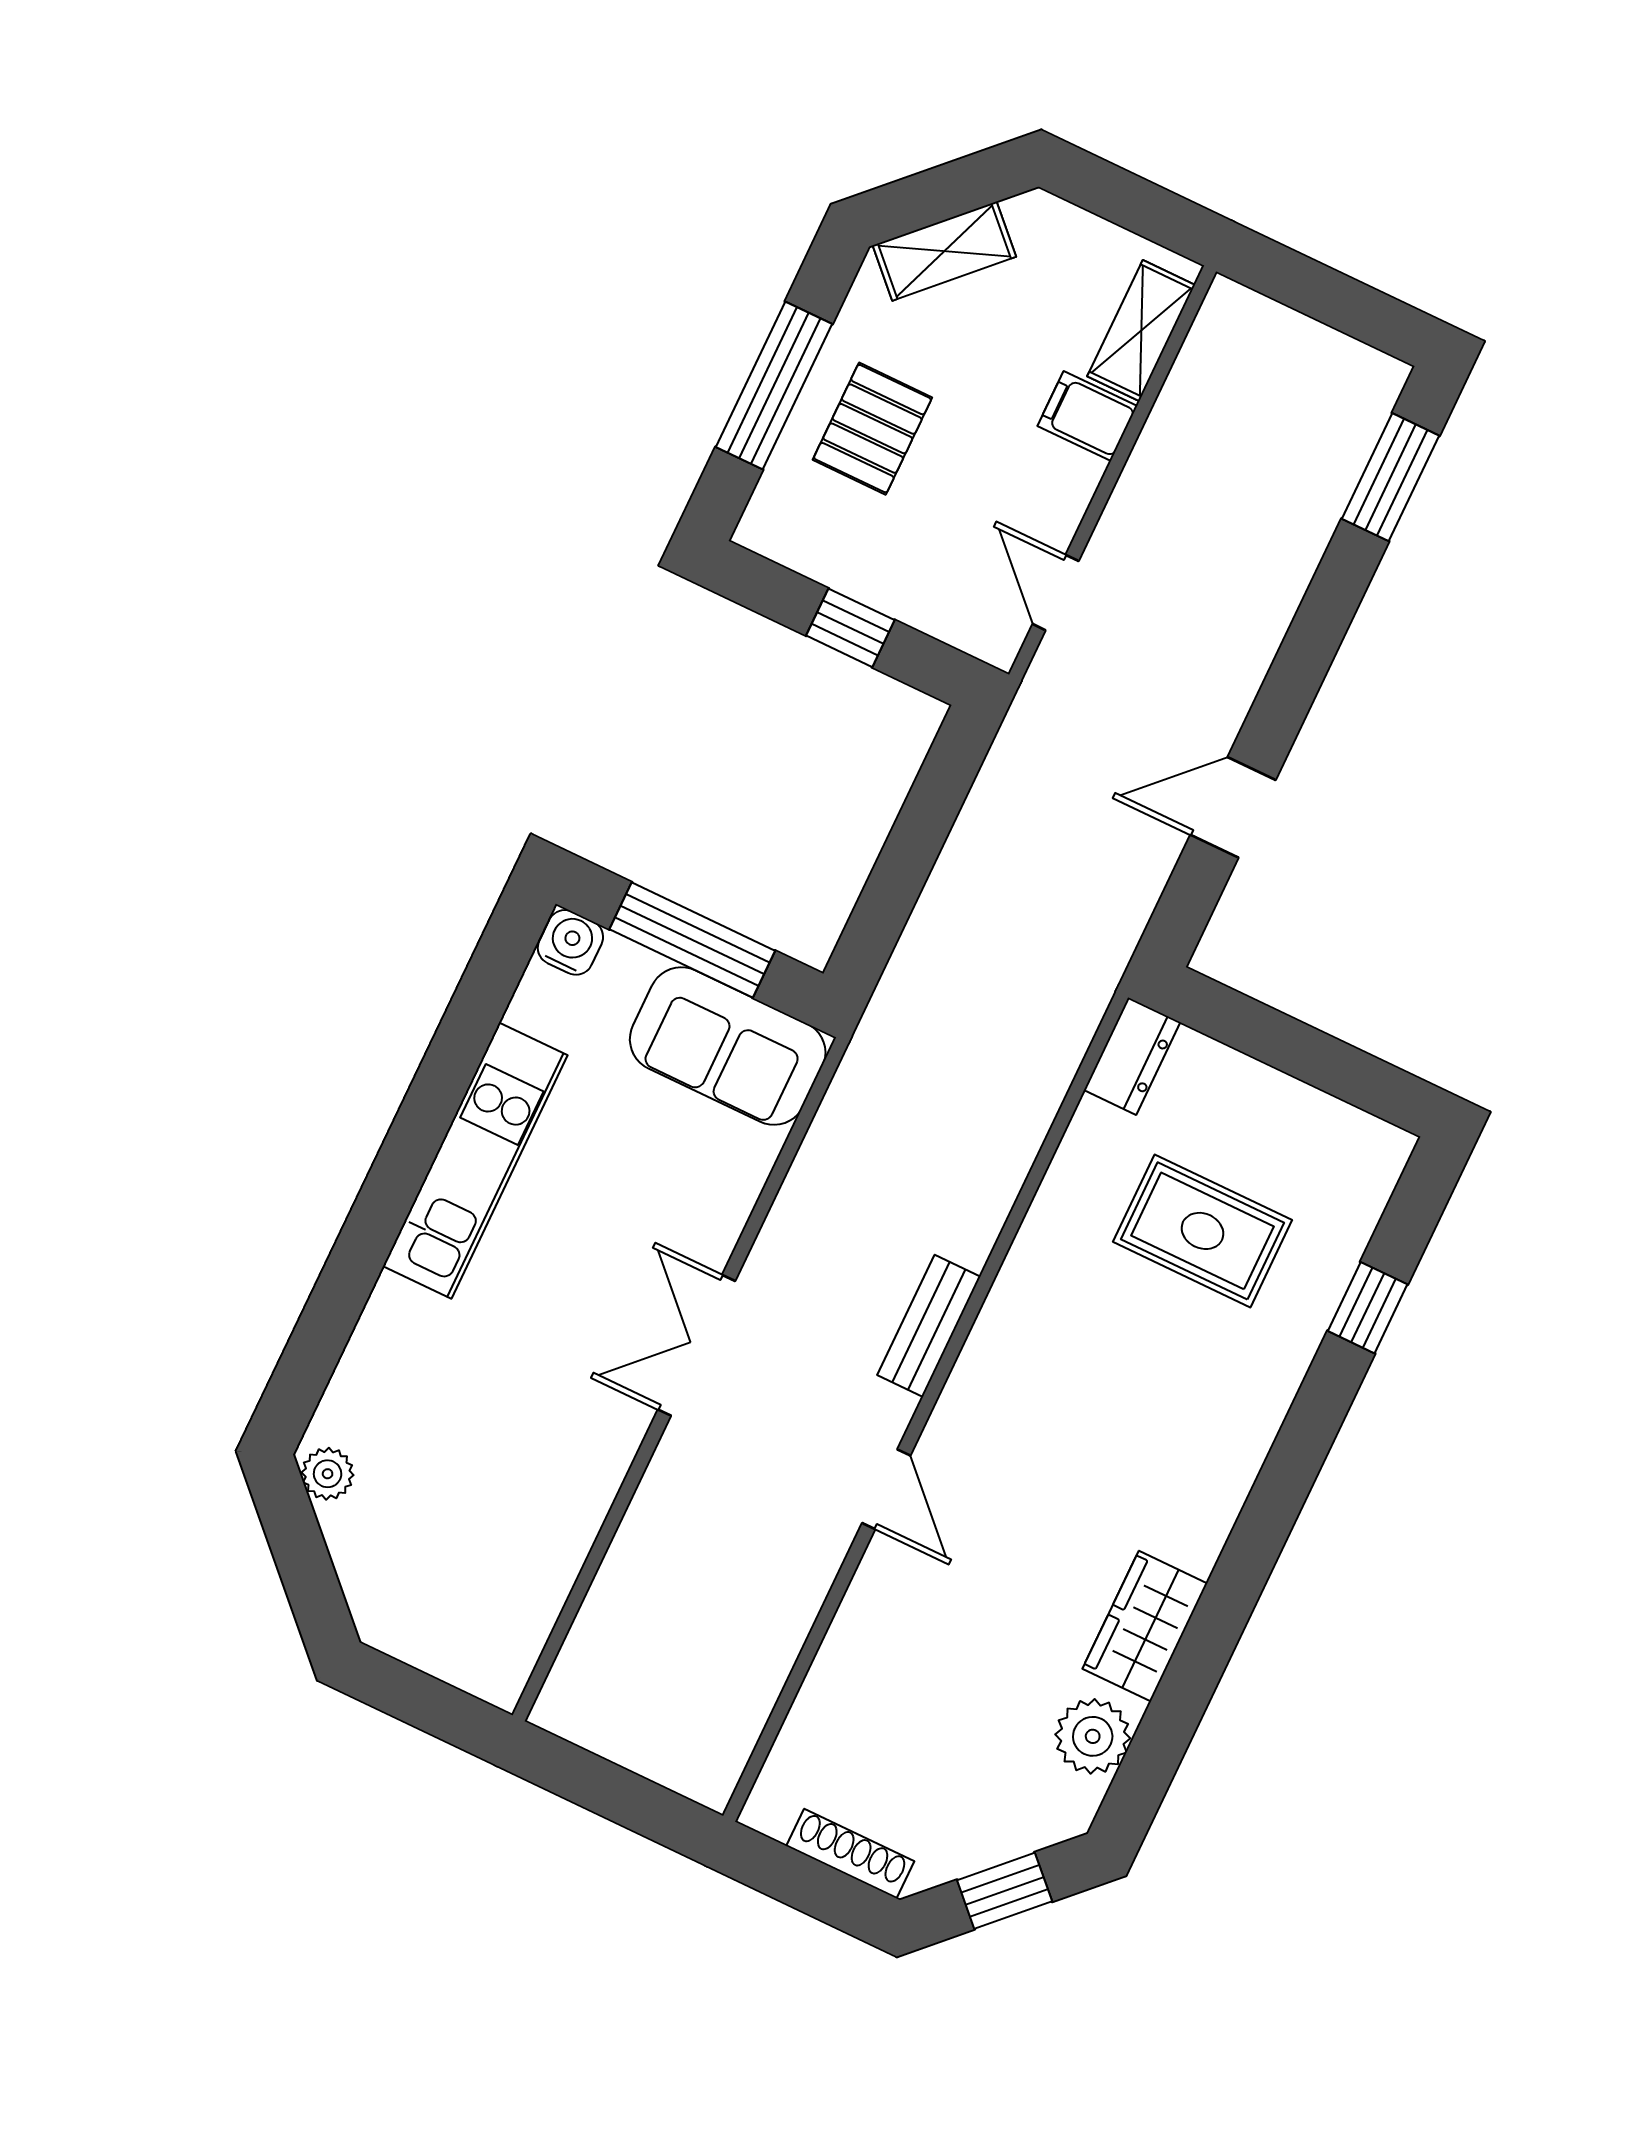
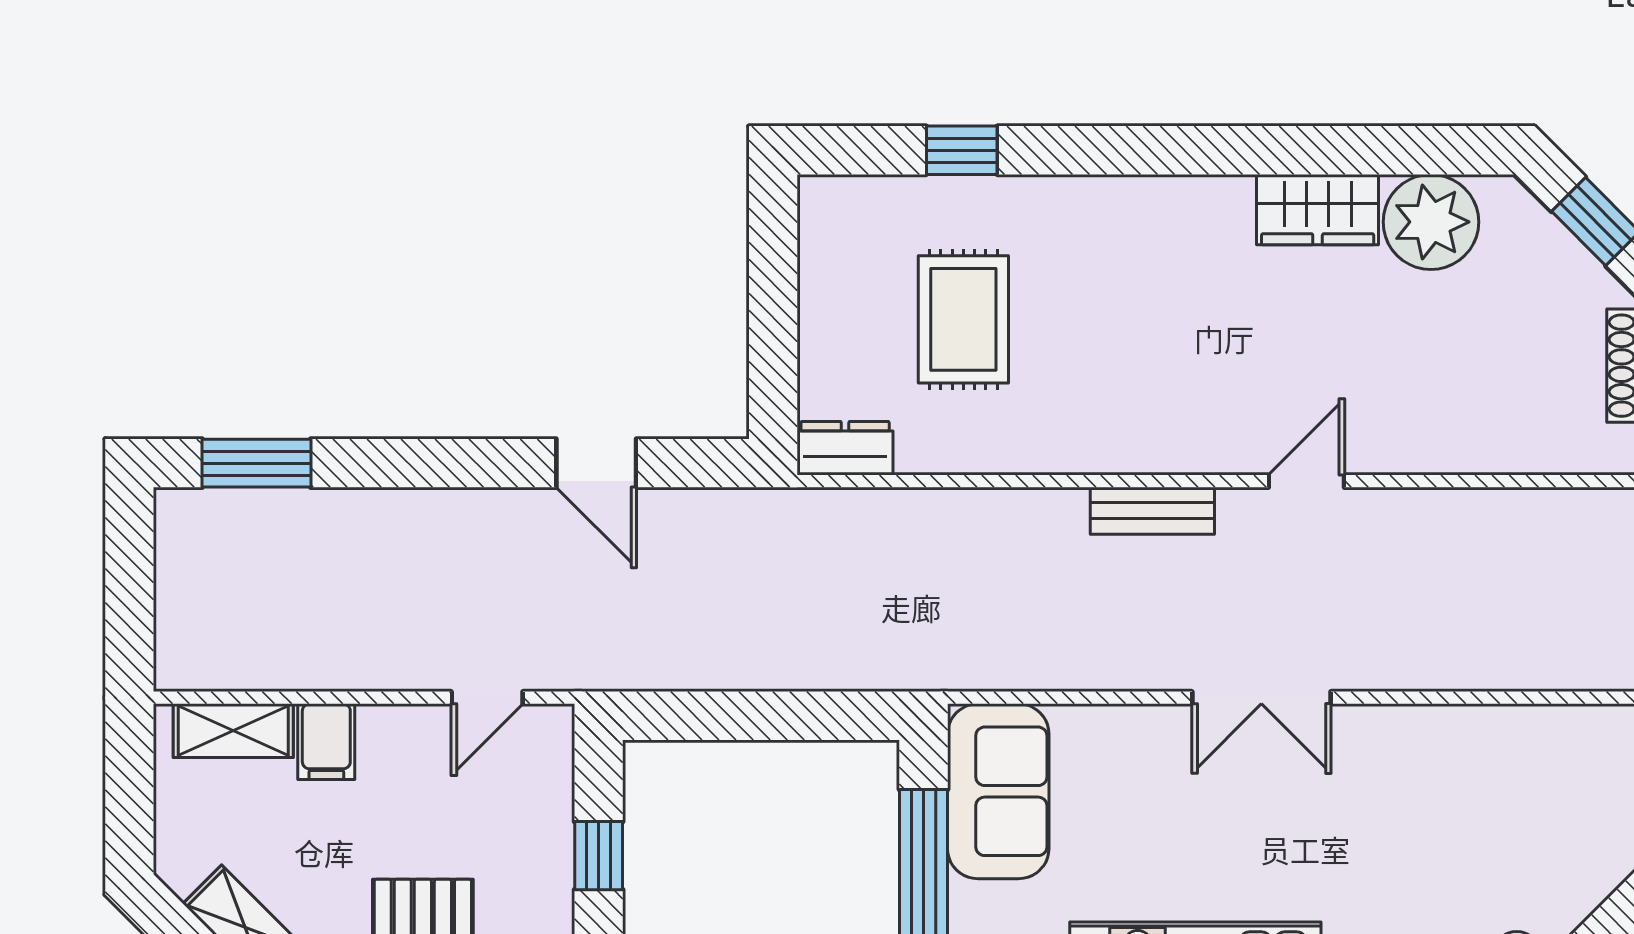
plant: (1093, 1736) -> (1431, 222), width x1.36, depth x1.36

